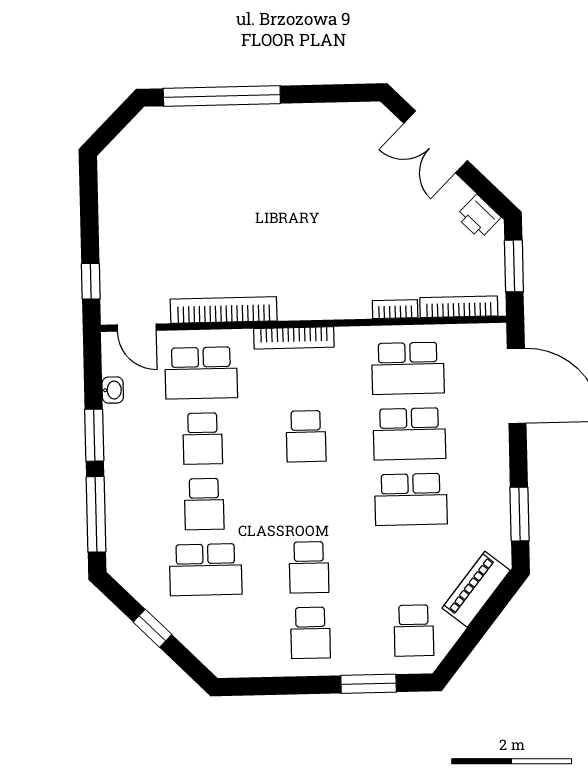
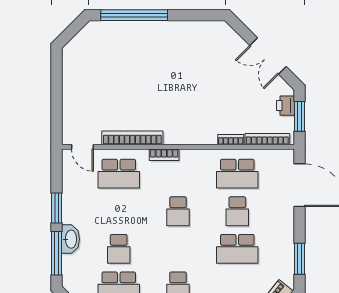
double door: (436, 142) -> (268, 56), moved
printer: (478, 217) -> (285, 106), moved, turned 45
window: (91, 281) -> (57, 120), removed
bookcase: (294, 338) -> (164, 155), width x0.64
washbasin: (113, 390) -> (71, 239), moved, width x1.91, depth x1.45
school desk: (409, 434) -> (237, 211), width x0.54
school desk: (203, 439) -> (119, 211), removed

